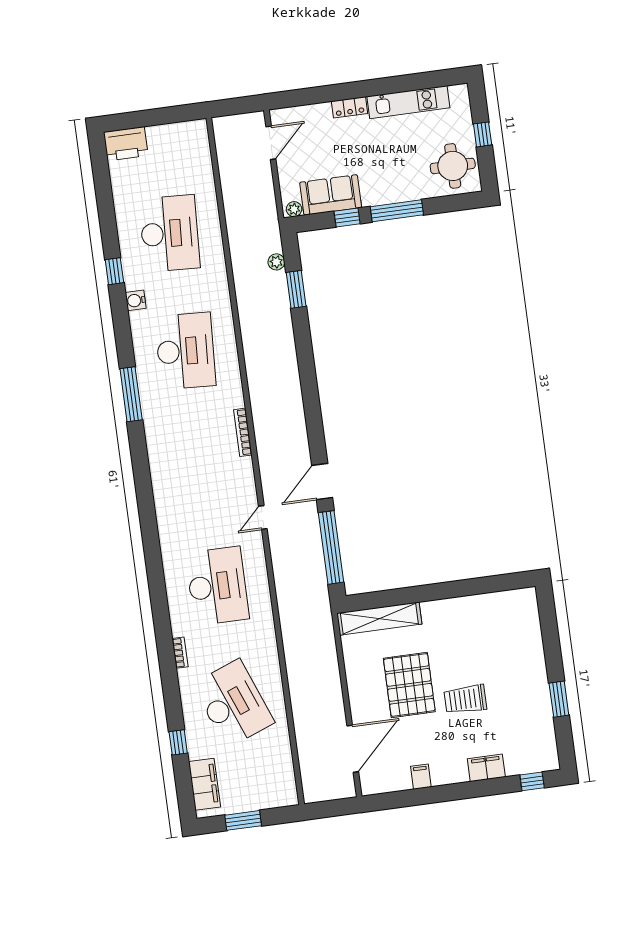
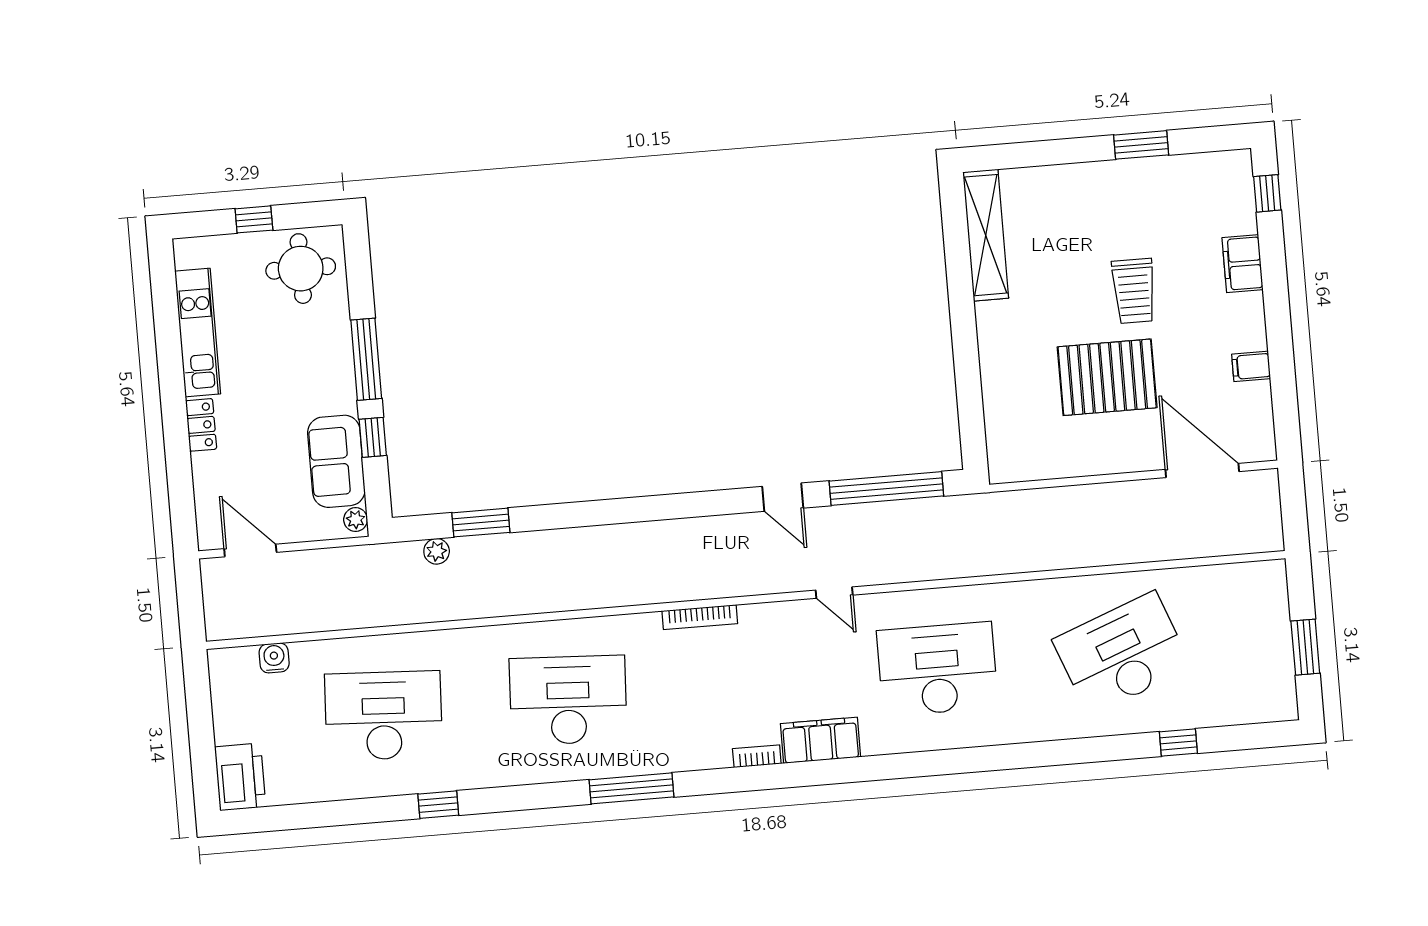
water cooler: (136, 300) -> (274, 658), moved, turned 180
door: (322, 482) -> (783, 497), width x0.73
shelving: (379, 619) -> (986, 235), moved
bookcase: (180, 653) -> (757, 756), moved
filing cabinet: (205, 784) -> (820, 740), moved

